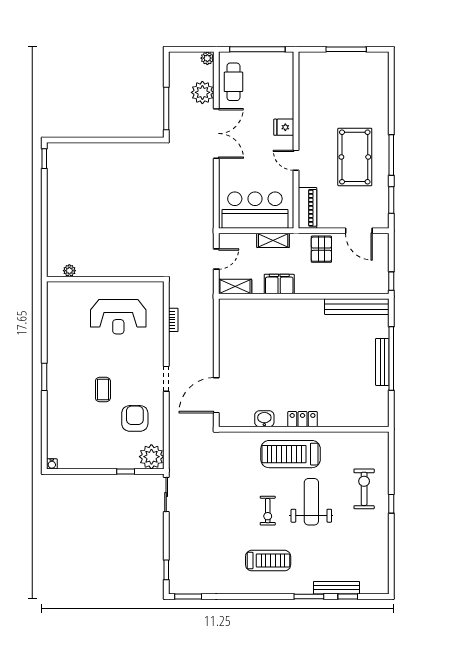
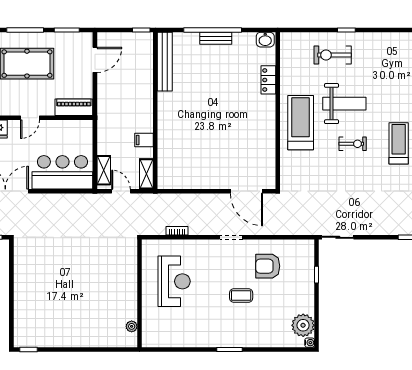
bar counter: (255, 210) -> (62, 172), moved, turned 90
shelving: (273, 240) -> (104, 170), moved
pallet: (321, 249) -> (112, 94), removed
filing cabinet: (279, 284) -> (144, 140), width x0.50
bench: (382, 362) -> (216, 38), width x0.73
washbasin: (264, 419) -> (265, 40), moved, turned -90
locker: (303, 419) -> (268, 80), moved
treadmill: (291, 454) -> (301, 123), turned 180
plant: (151, 457) -> (303, 325), moved
weight bench: (311, 502) -> (344, 104), turned 180

